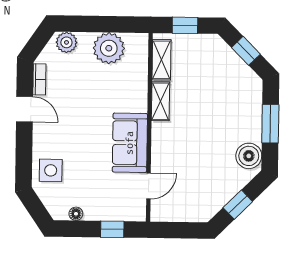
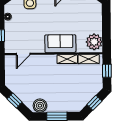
plant: (66, 42) -> (97, 10), removed
plant: (109, 48) -> (94, 42), moved
sofa: (130, 143) -> (60, 44), moved
door: (148, 186) -> (23, 54), hinge flipped

